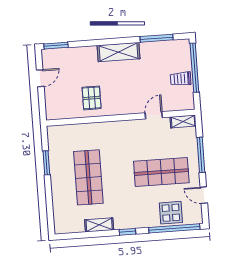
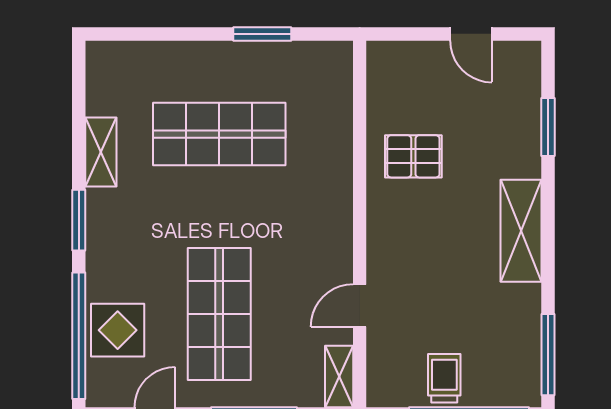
window: (157, 38) -> (548, 355), moved
window: (56, 46) -> (548, 127), moved
door: (154, 115) -> (360, 306), swing flipped
window: (127, 232) -> (79, 220), width x1.50

